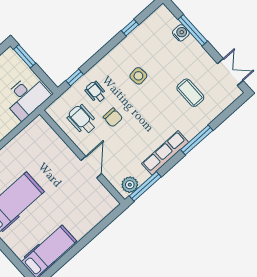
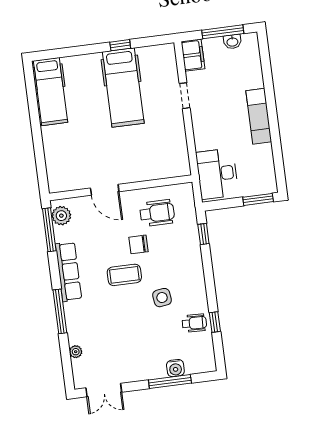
wheelchair: (96, 92) -> (194, 323), moved
coffee table: (190, 93) -> (124, 275), moved
plant: (217, 110) -> (76, 352), added

